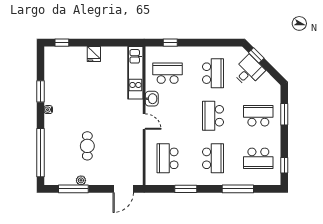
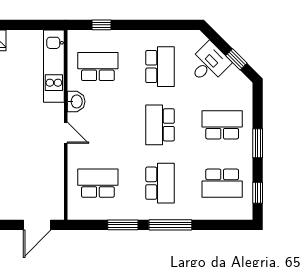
window: (256, 55) -> (236, 59), moved
window: (284, 114) -> (258, 143), moved
school desk: (168, 158) -> (98, 183), turned 90
window: (238, 189) -> (170, 225), moved

